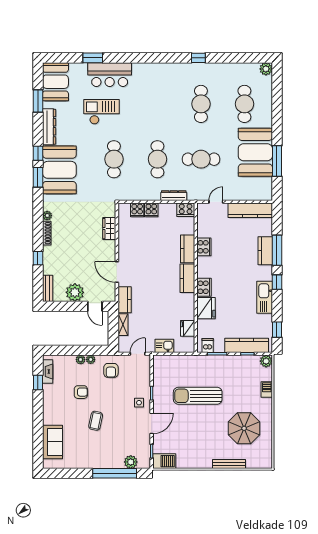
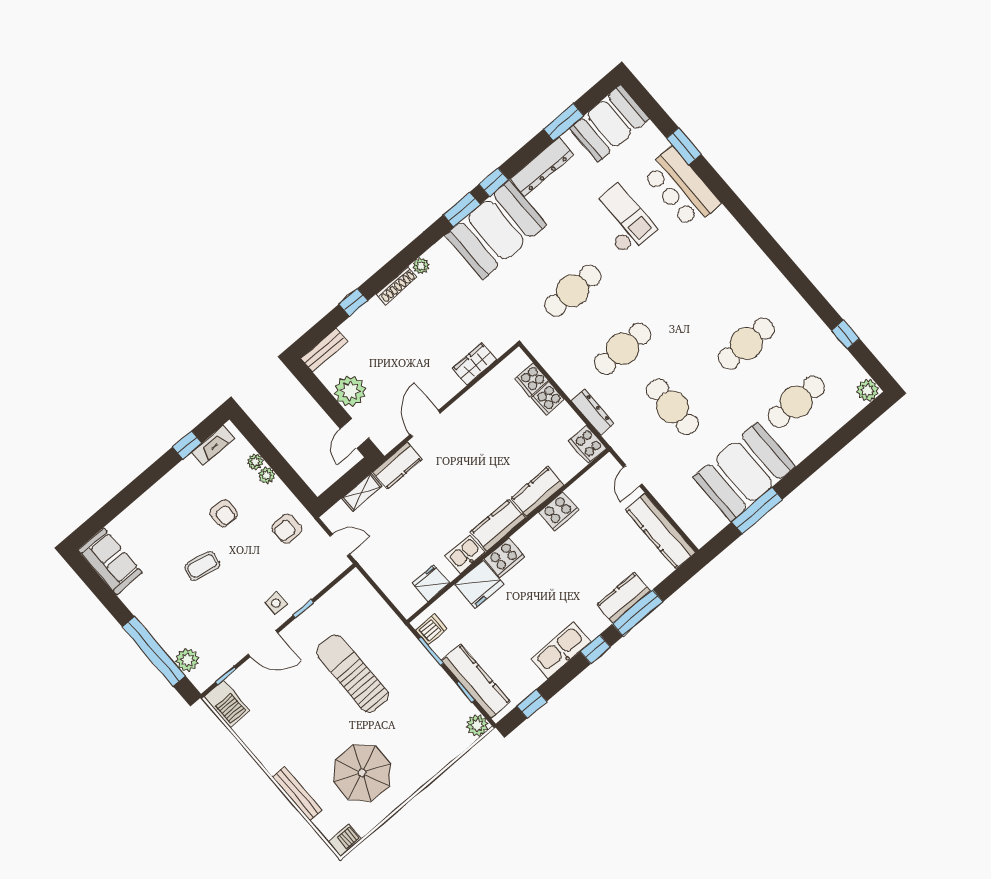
window: (198, 58) -> (845, 335), moved
door: (216, 202) -> (633, 476), swing flipped
kitchen sink: (164, 346) -> (465, 554), moved, turned -90
plant: (91, 359) -> (255, 462), moved
barbecue: (267, 390) -> (345, 840), moved
sofa: (52, 442) -> (110, 561), moved, turned -90

